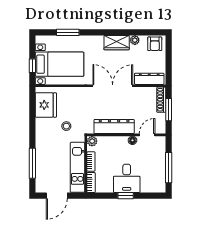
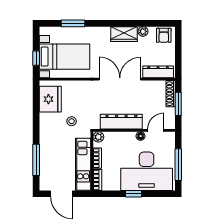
desk: (127, 178) -> (147, 171), width x1.87, depth x1.30
door: (57, 196) -> (61, 194), hinge flipped

